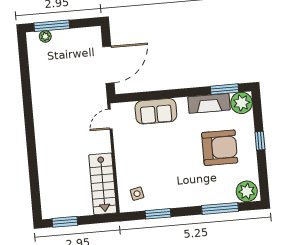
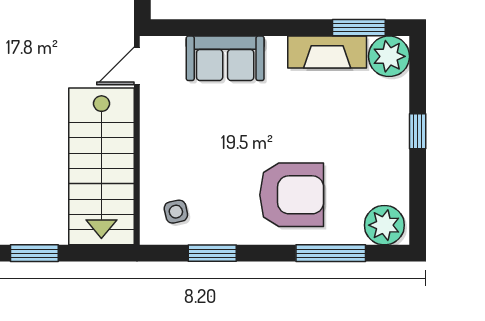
armchair: (220, 148) -> (292, 195), moved
stairs: (103, 184) -> (101, 166), width x1.36, depth x1.51

